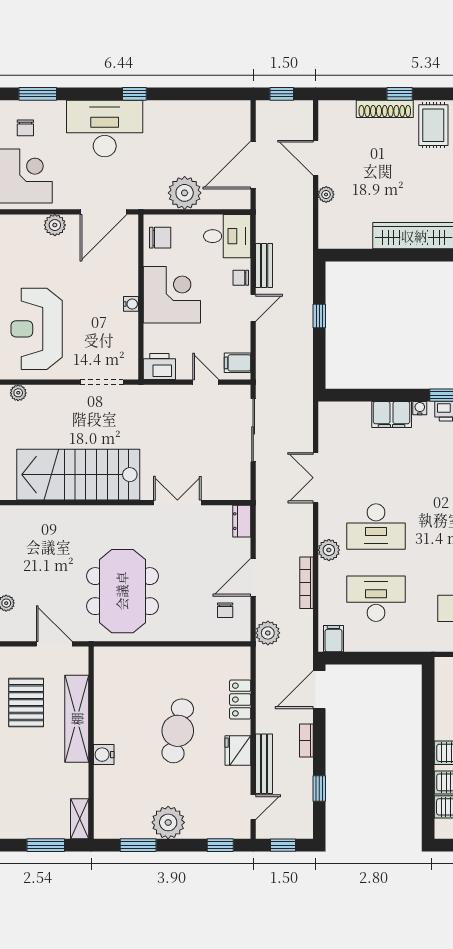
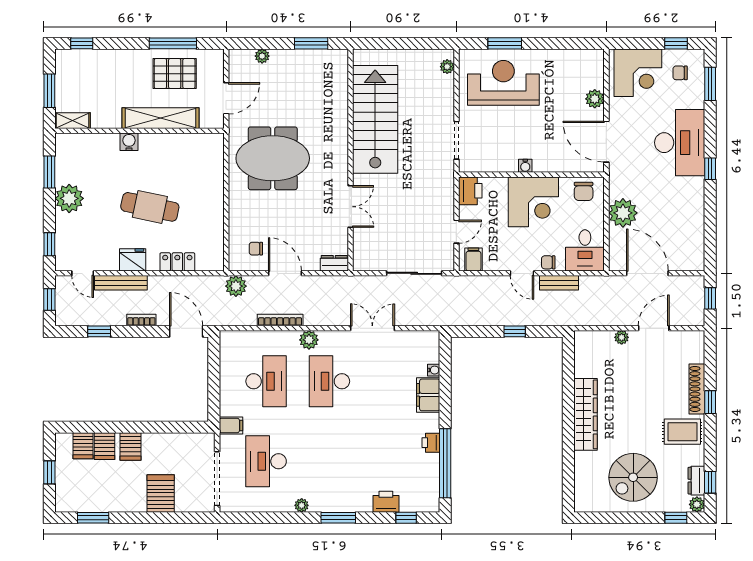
chair: (241, 278) -> (548, 262), turned -90
water cooler: (420, 408) -> (434, 370), moved
filing cabinet: (333, 639) -> (231, 425), moved

